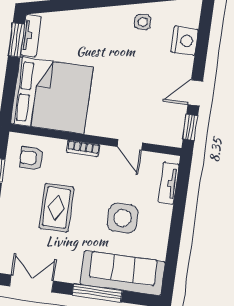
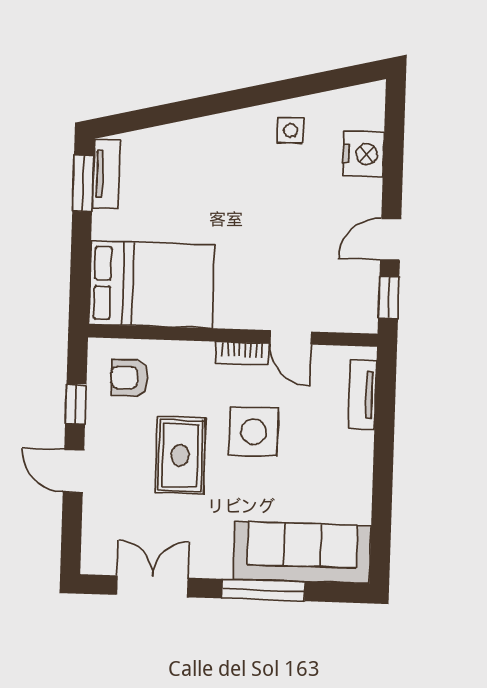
bed: (52, 95) -> (152, 284), width x0.73
bookcase: (83, 148) -> (242, 353), moved
side table: (123, 218) -> (253, 432), moved

